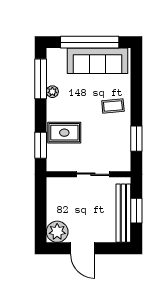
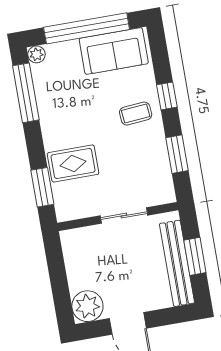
sofa: (97, 61) -> (114, 51), width x0.73
plant: (52, 92) -> (36, 54), moved
window: (136, 98) -> (167, 96), added

